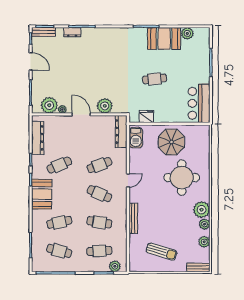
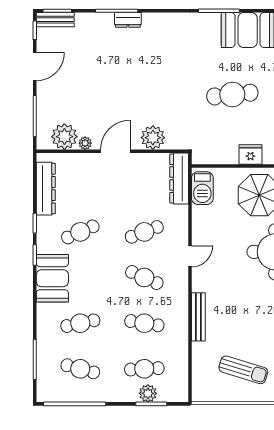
dresser: (72, 32) -> (128, 20), moved
door: (31, 61) -> (35, 67), hinge flipped
cafe table: (155, 79) -> (232, 95), width x1.37, depth x1.35
door: (81, 114) -> (115, 151), hinge flipped
fridge: (146, 117) -> (250, 155), moved
plant: (115, 266) -> (148, 393), moved

